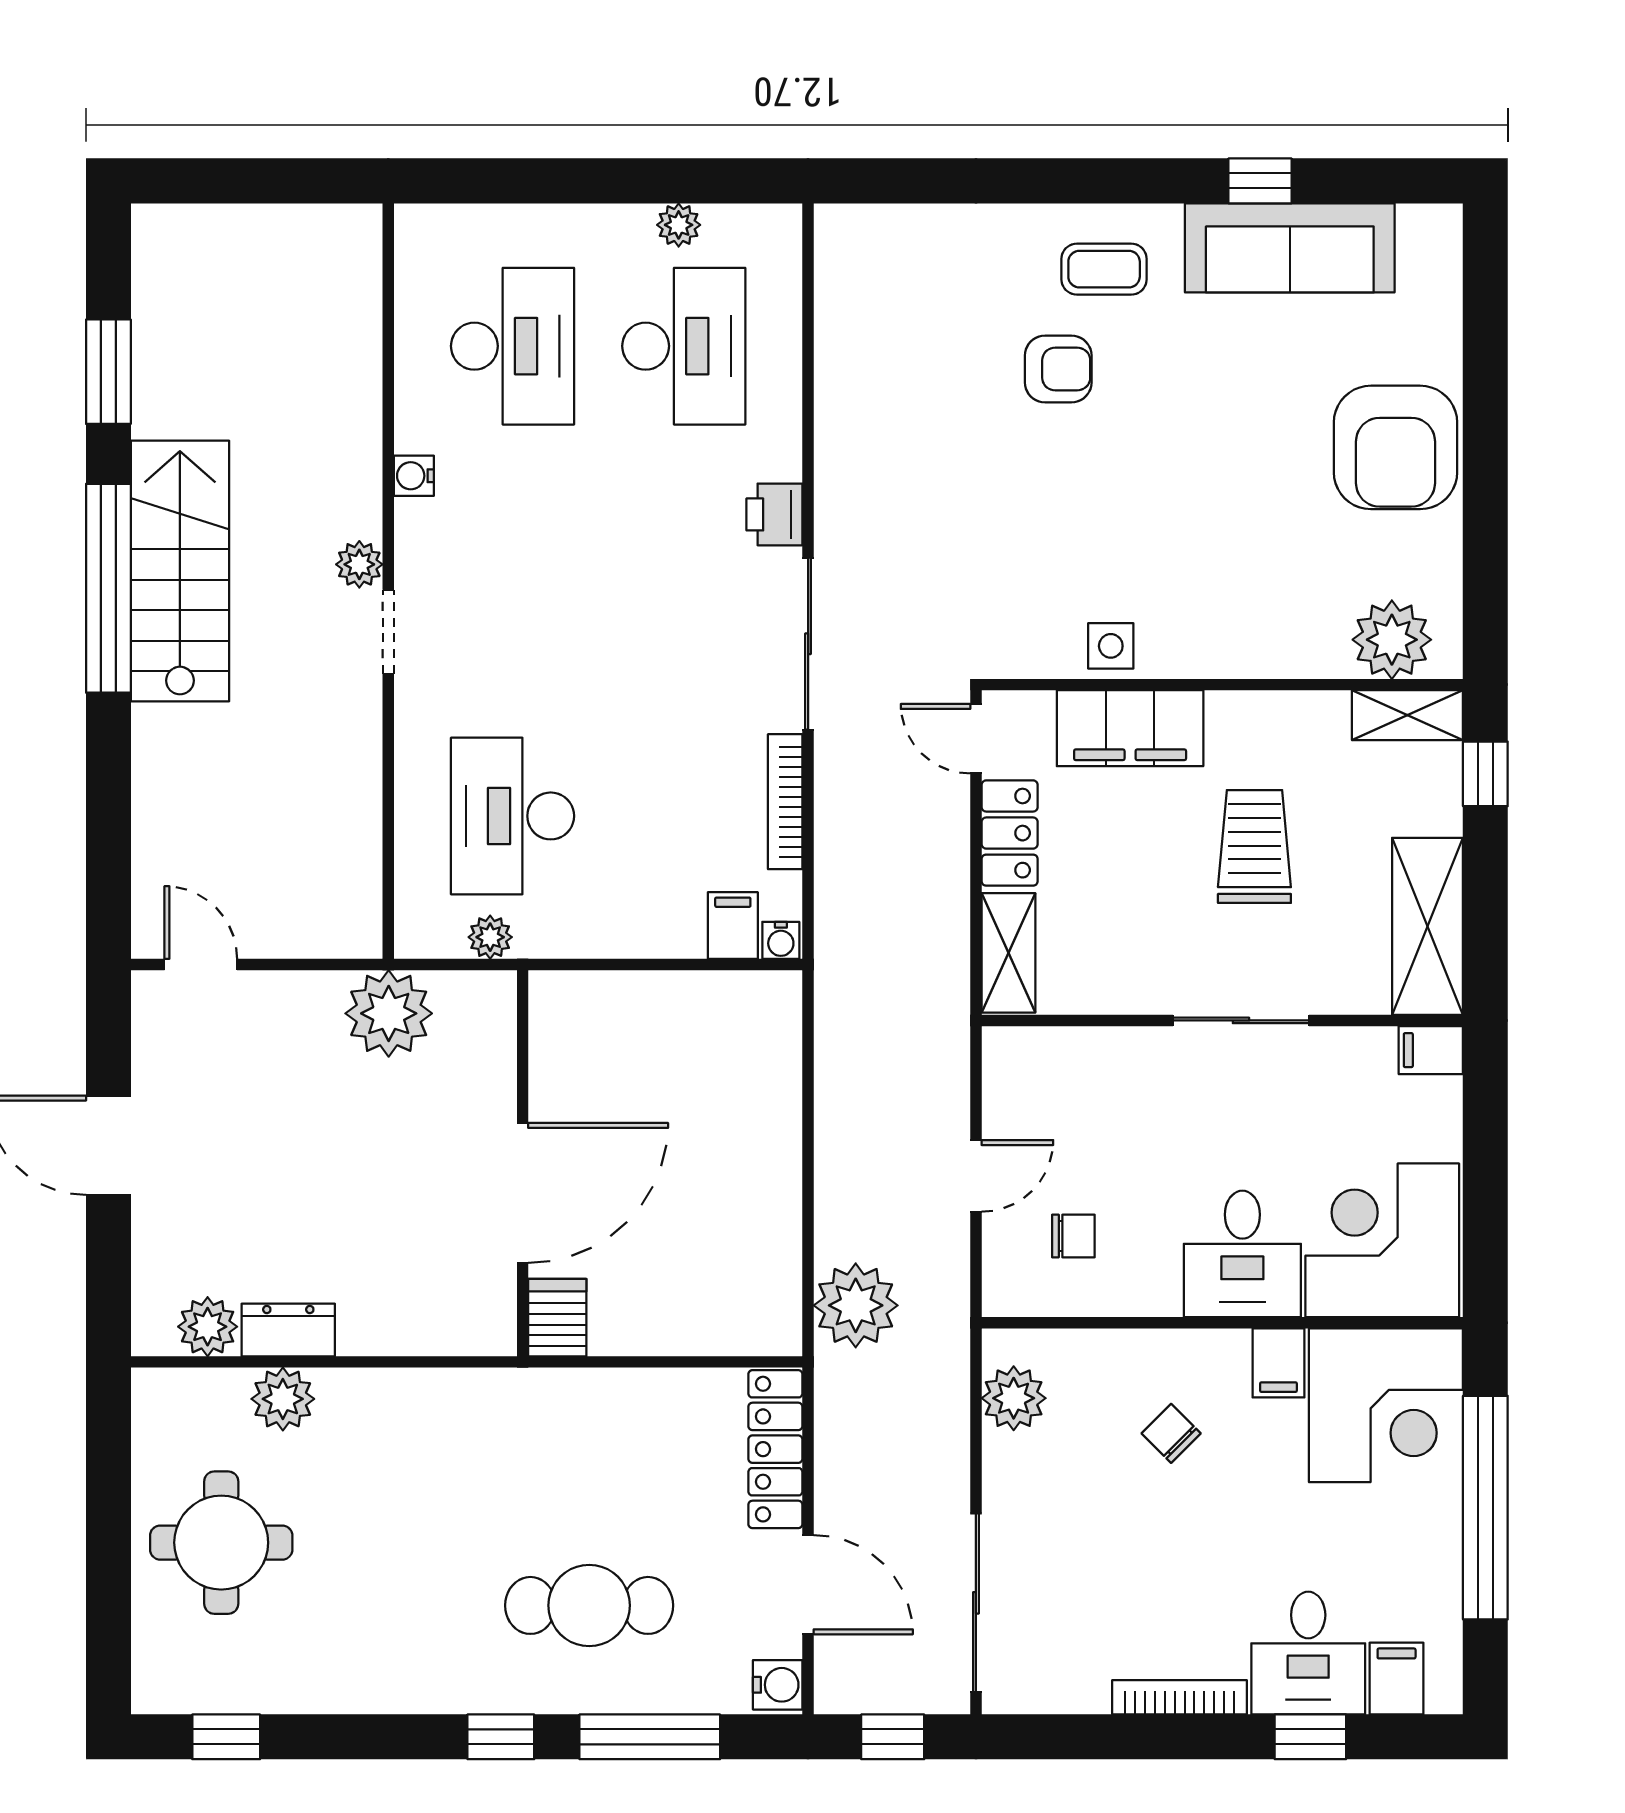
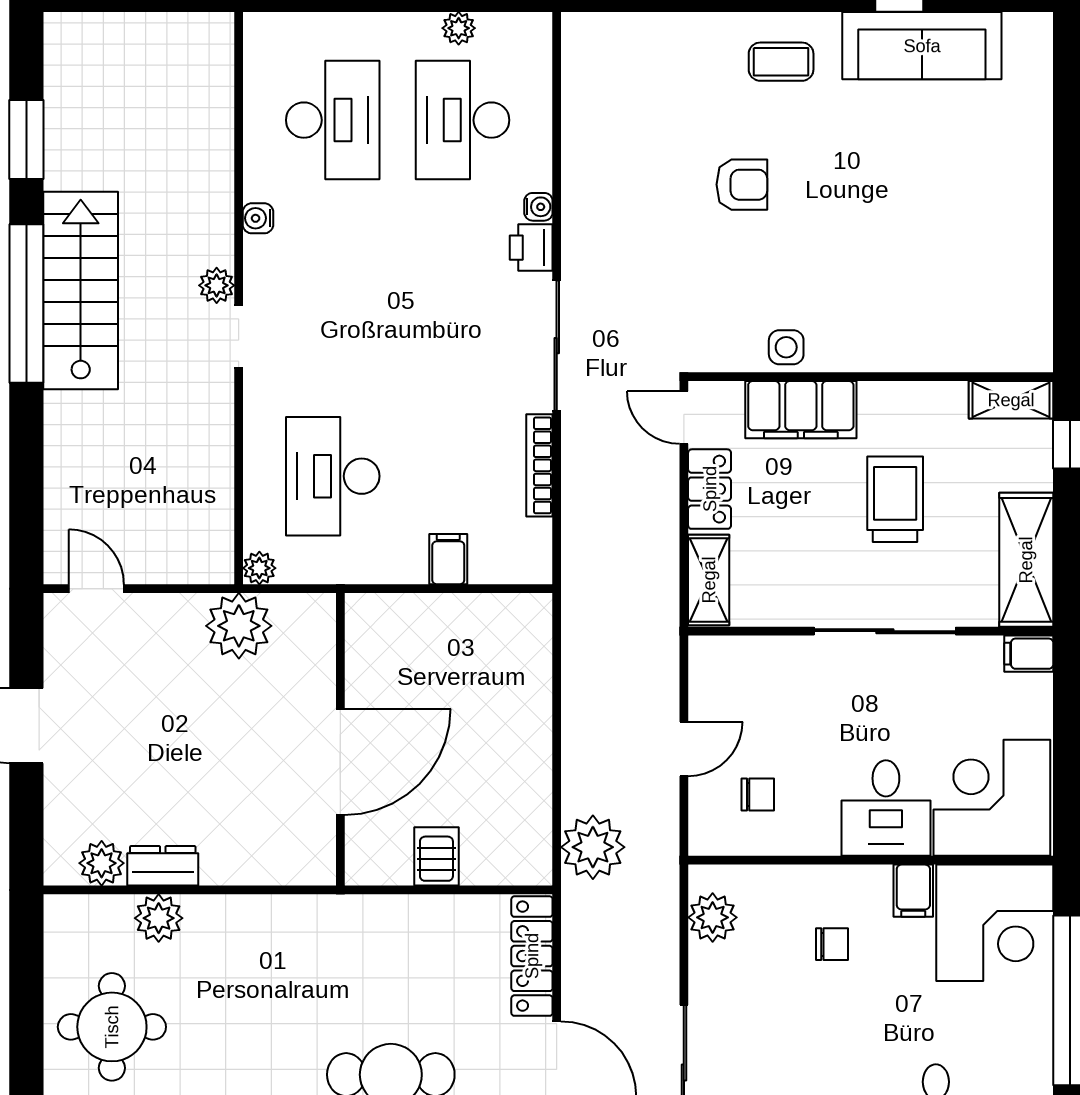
desk: (684, 346) -> (463, 120), turned 180
armchair: (1058, 369) -> (742, 185), moved
armchair: (1396, 447) -> (1002, 197), removed
plant: (1392, 640) -> (999, 343), removed
filing cabinet: (733, 926) -> (448, 559), moved
plant: (490, 937) -> (259, 568), moved
water cooler: (781, 940) -> (538, 207), moved, turned -90
sliding door: (1241, 1020) -> (885, 631), width x1.37
server rack: (557, 1318) -> (436, 856), moved
chair: (1171, 1433) -> (832, 944), turned 135

